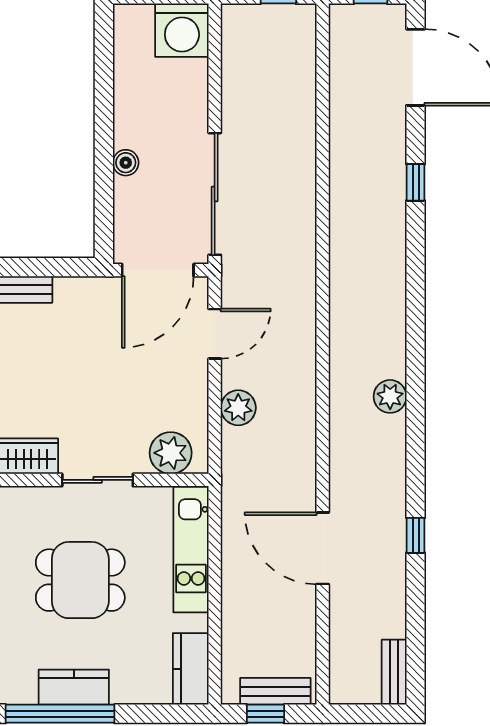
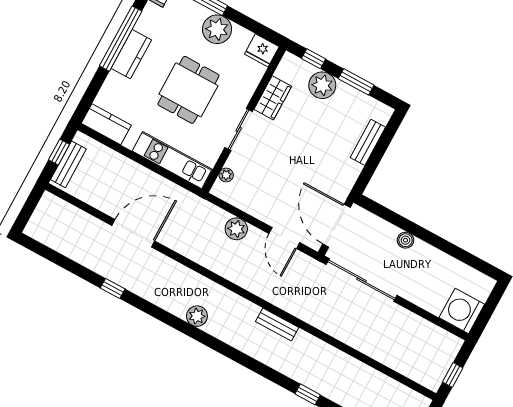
plant: (171, 453) -> (226, 175), width x0.53, depth x0.53
bench: (394, 672) -> (277, 324), moved

